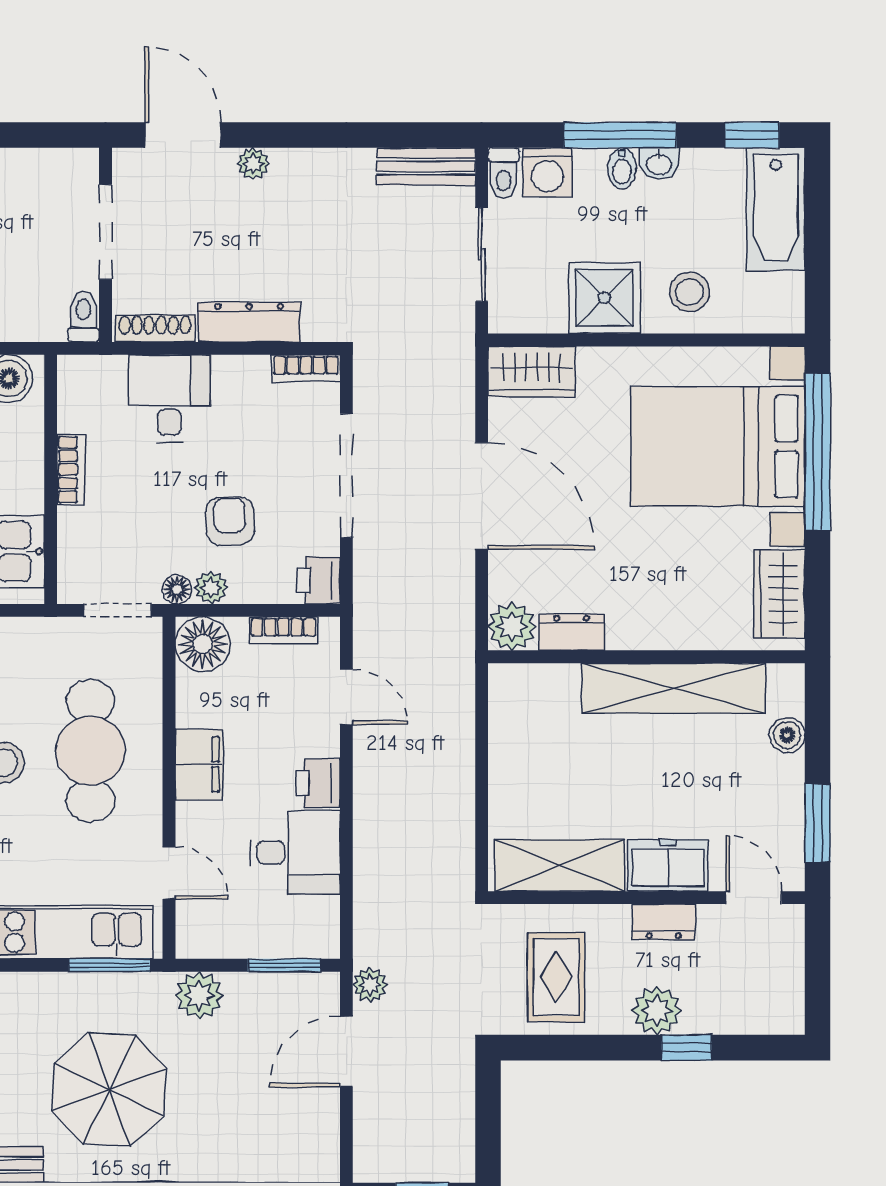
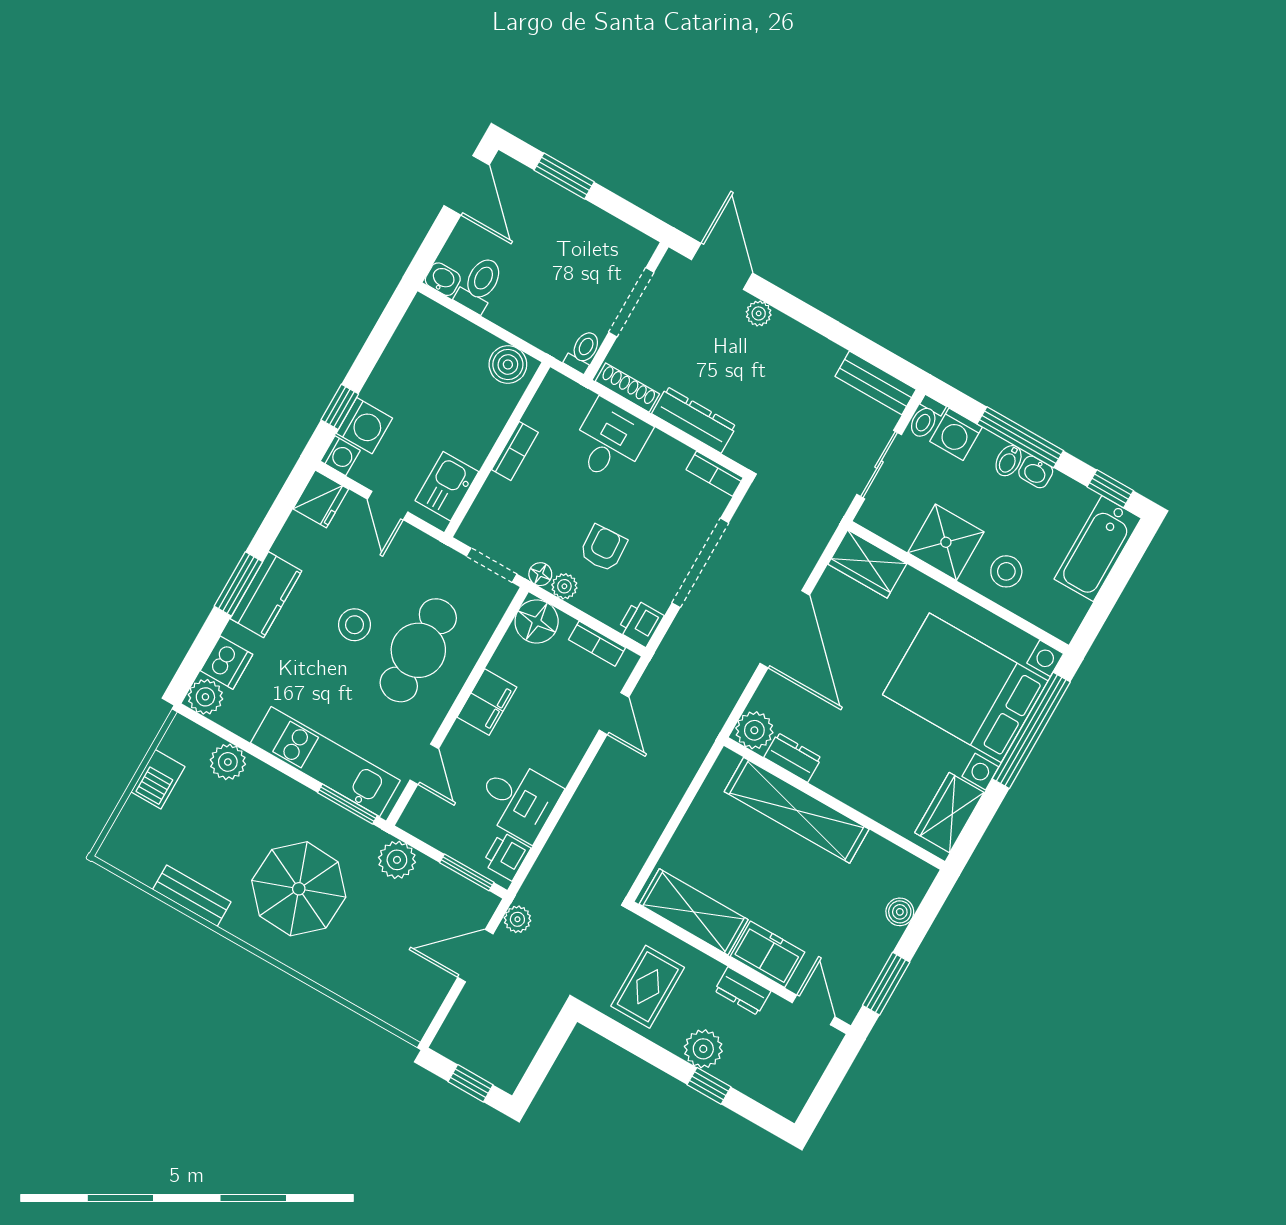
shelving: (674, 688) -> (797, 810), moved
printer: (318, 783) -> (507, 856), moved

